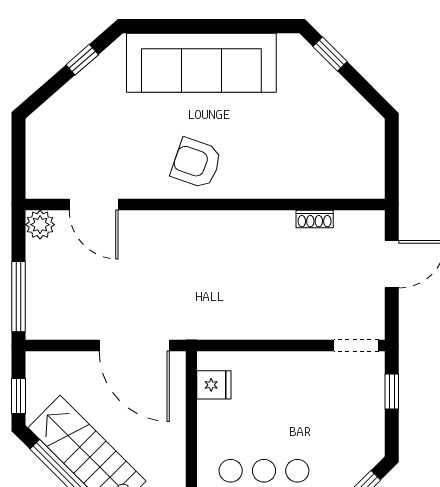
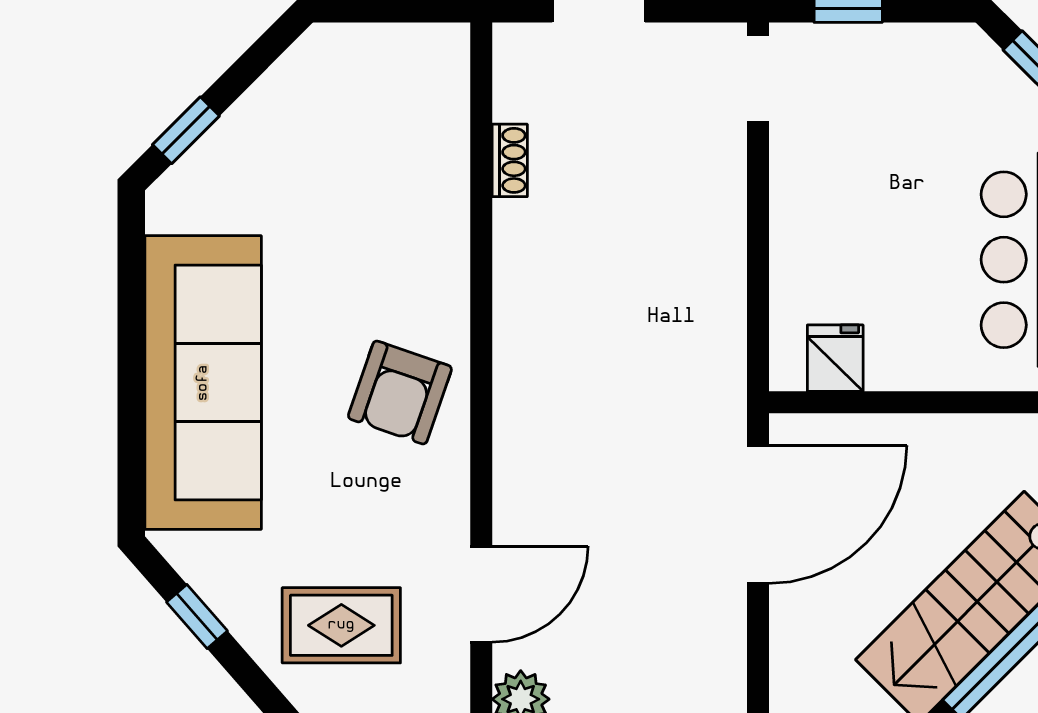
rug: (78, 133) -> (341, 625), added

